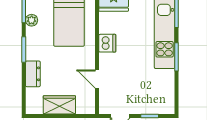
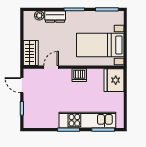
plant: (32, 20) -> (39, 15), moved
wardrobe: (59, 105) -> (31, 53), moved

